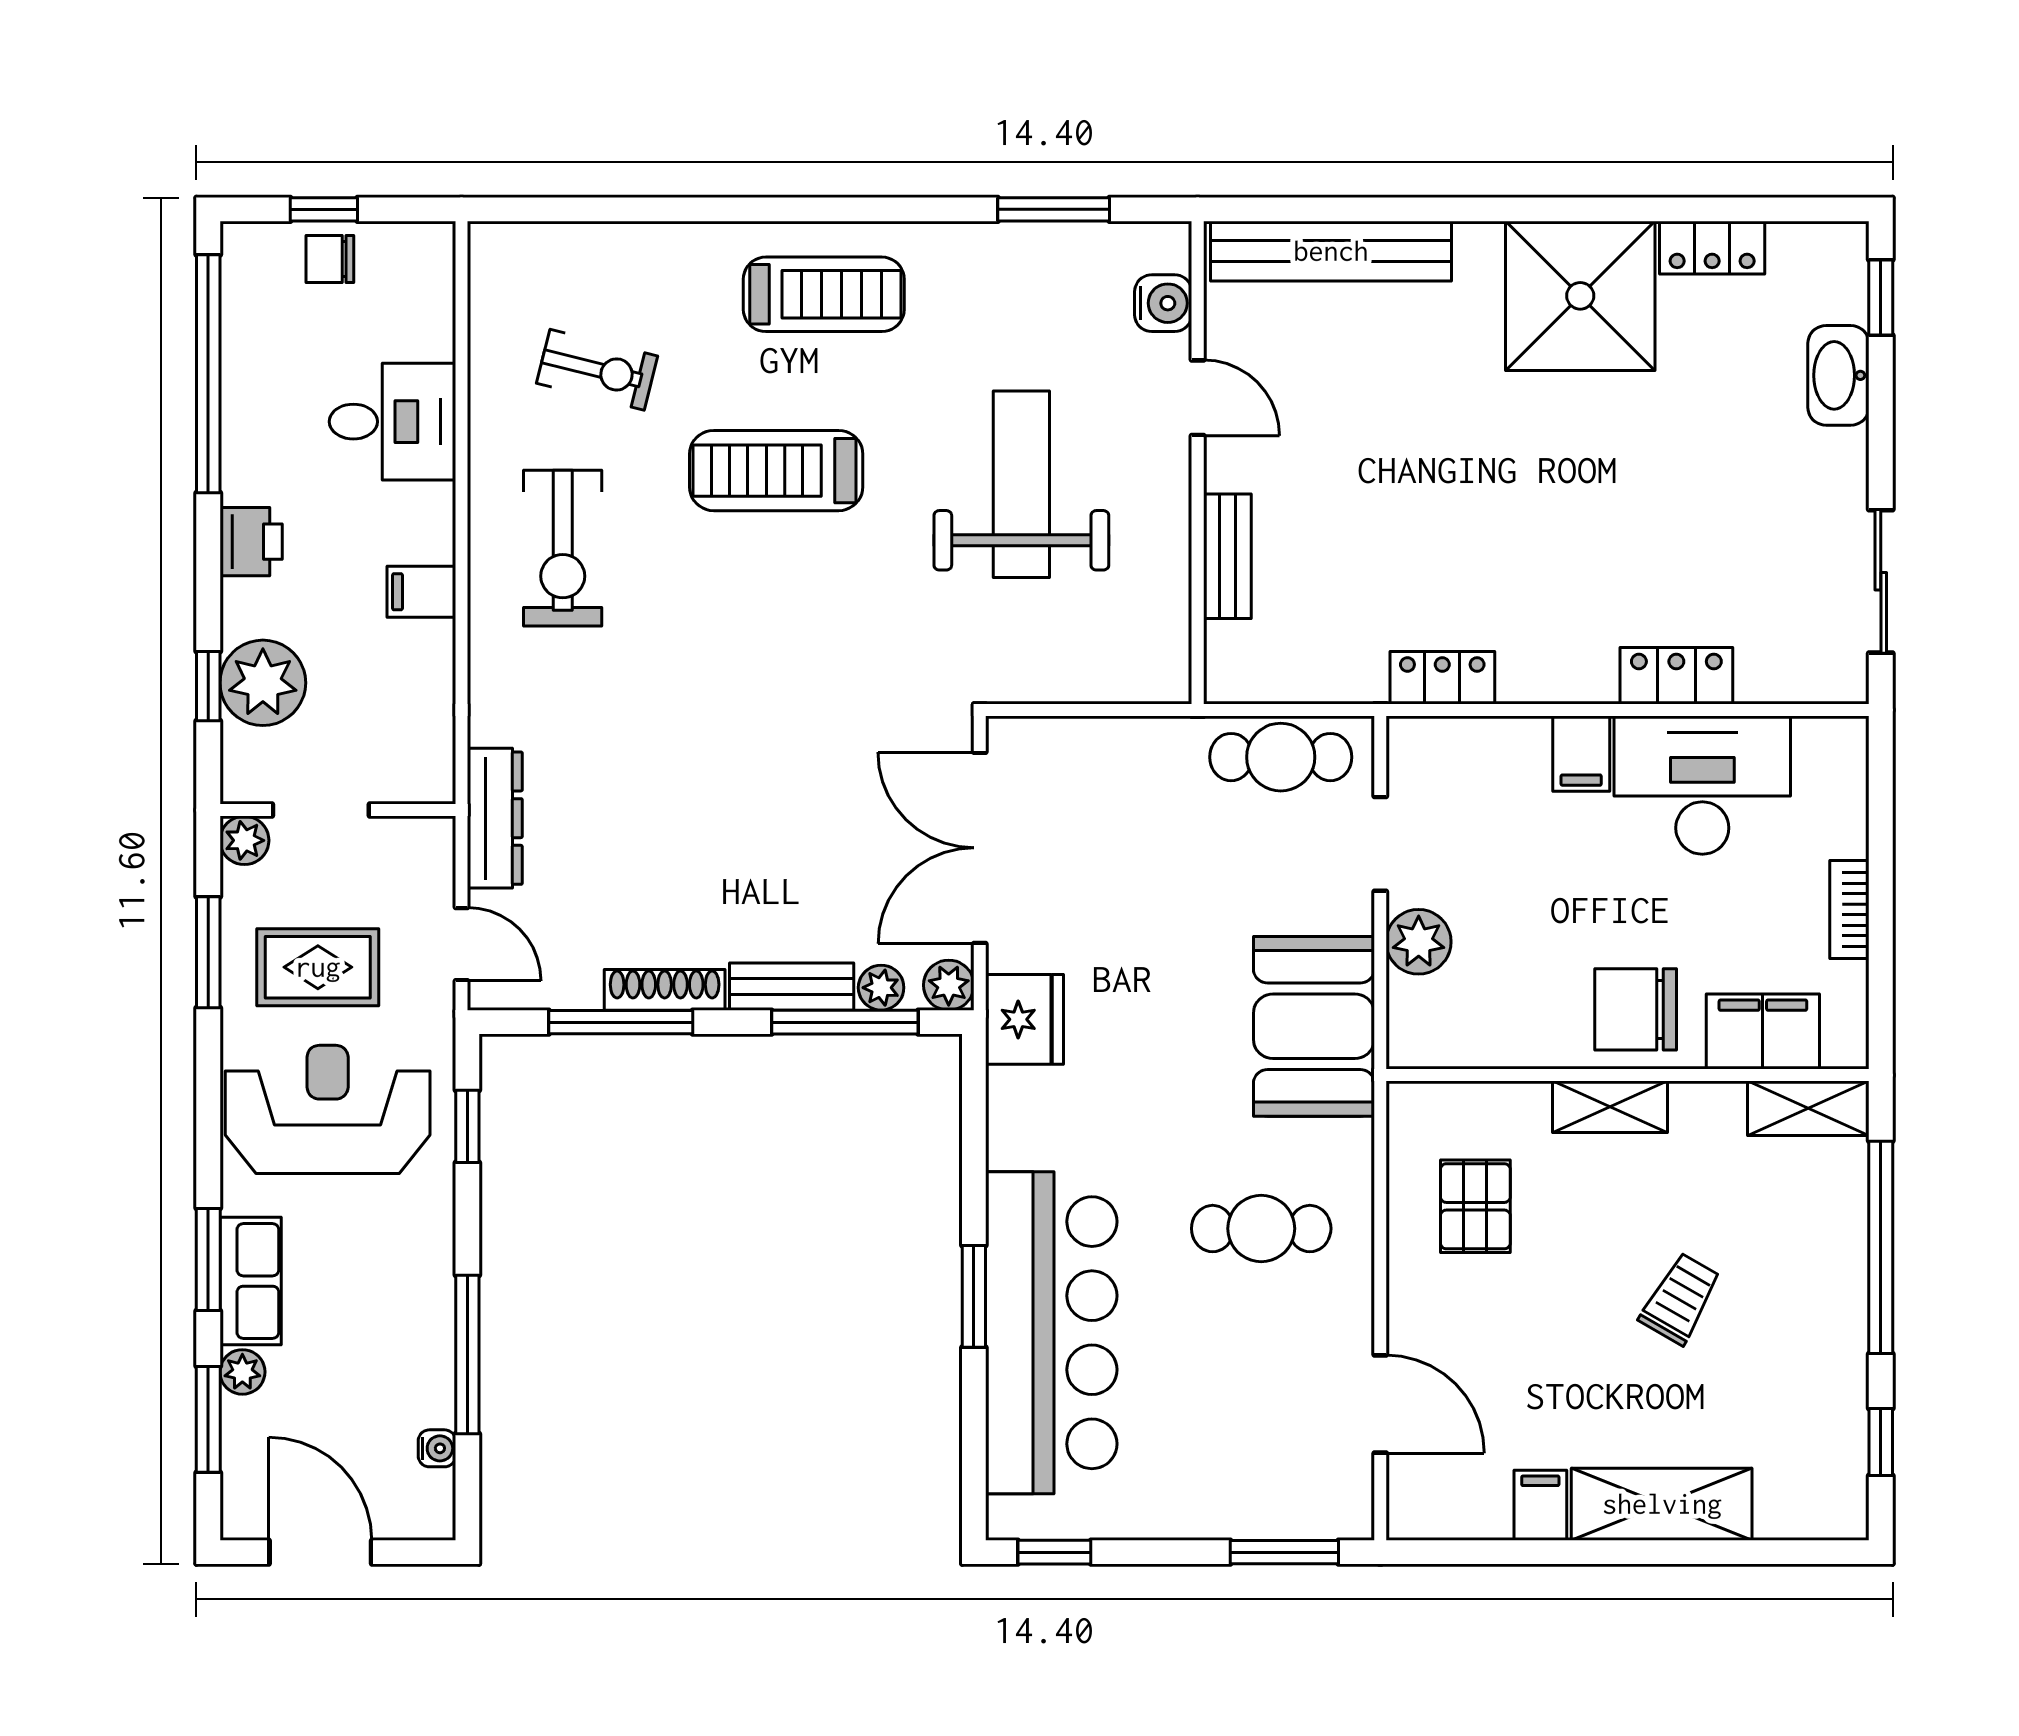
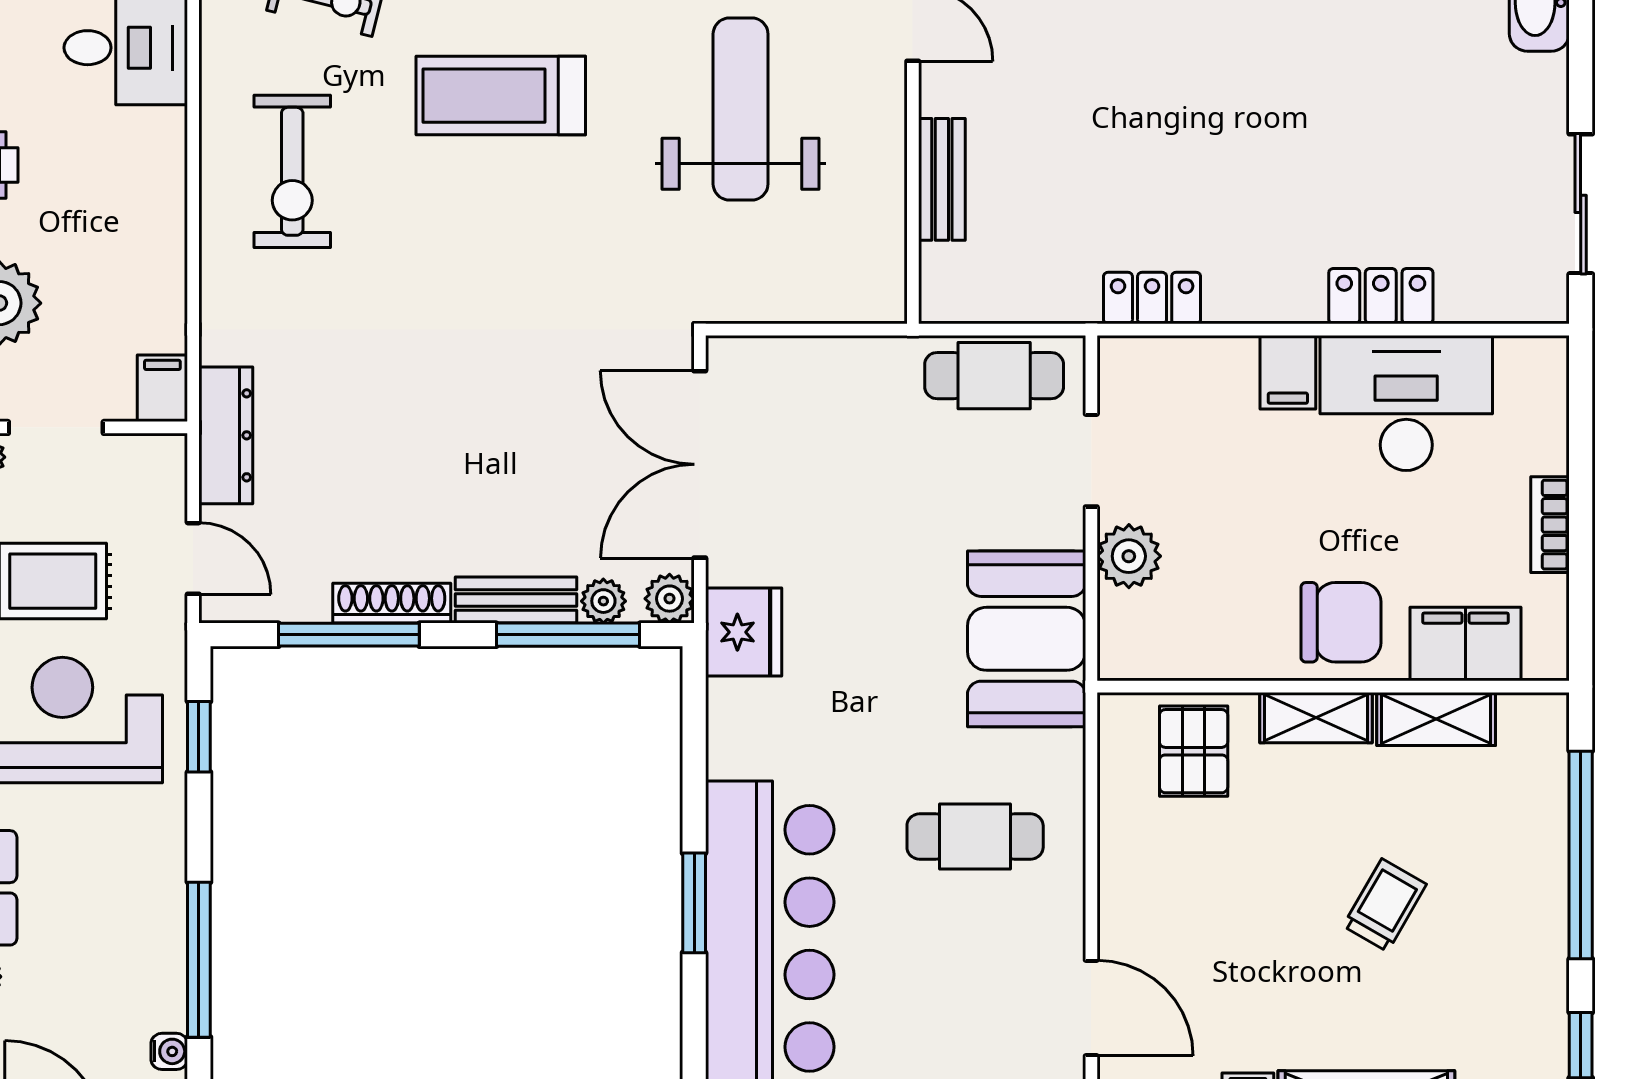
filing cabinet: (421, 592) -> (162, 388), moved, turned 90
chair: (1636, 1009) -> (1341, 622), turned 180
shelving: (1808, 1108) -> (1436, 719), moved
pallet: (1475, 1206) -> (1194, 751), moved

